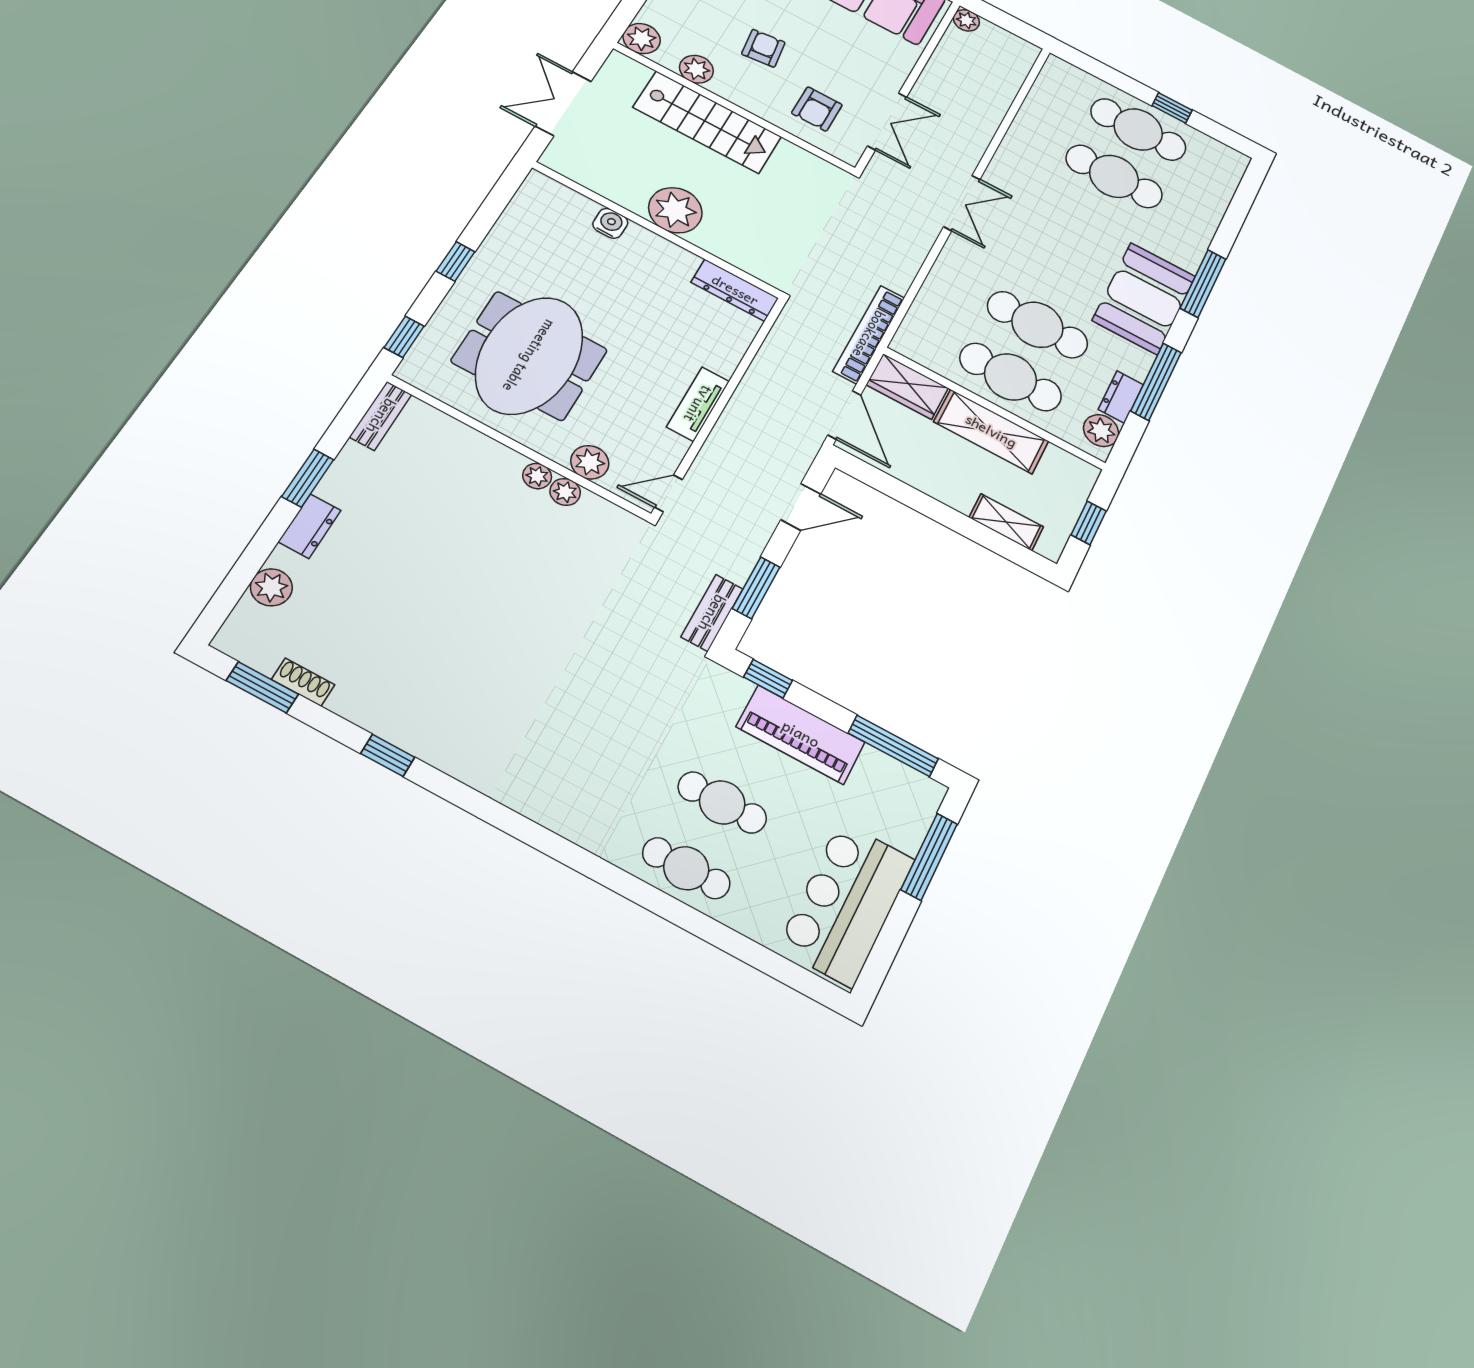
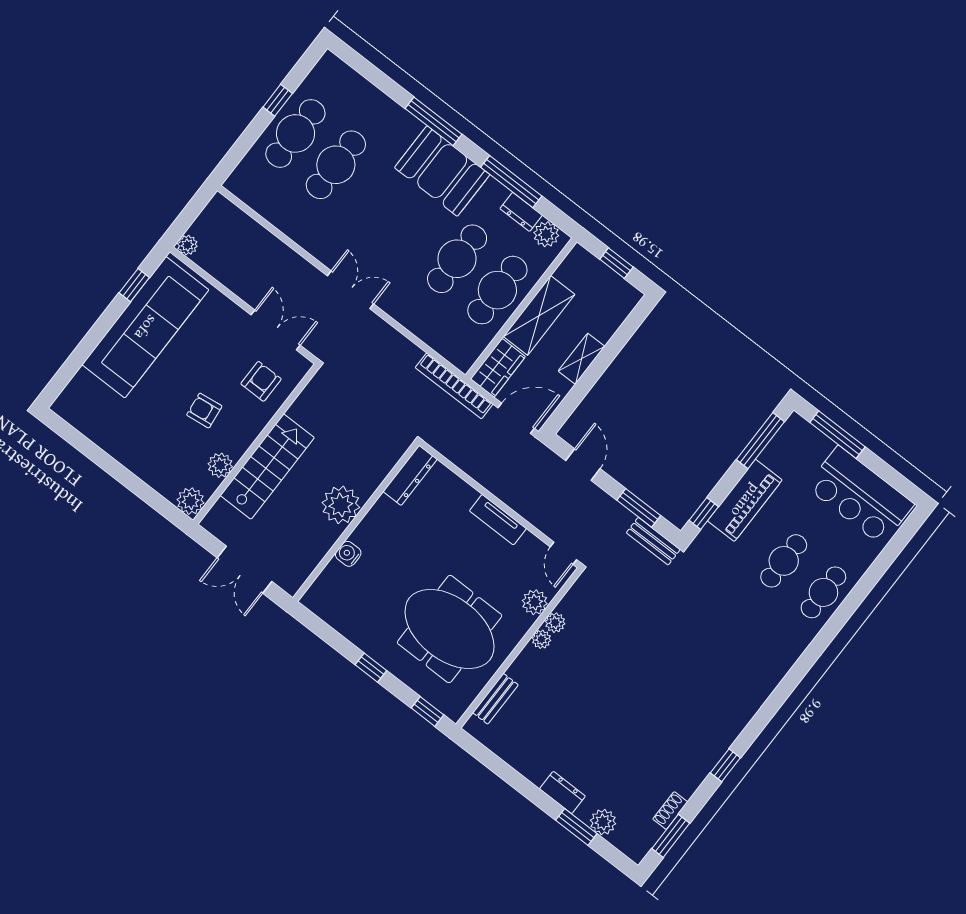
armchair: (817, 109) -> (261, 381), turned -90
bench: (381, 416) -> (495, 699), moved, turned 90
window: (308, 478) -> (576, 827), moved
shelving: (1006, 522) -> (581, 359), moved

